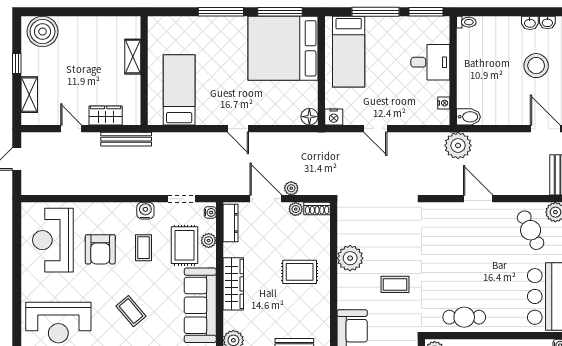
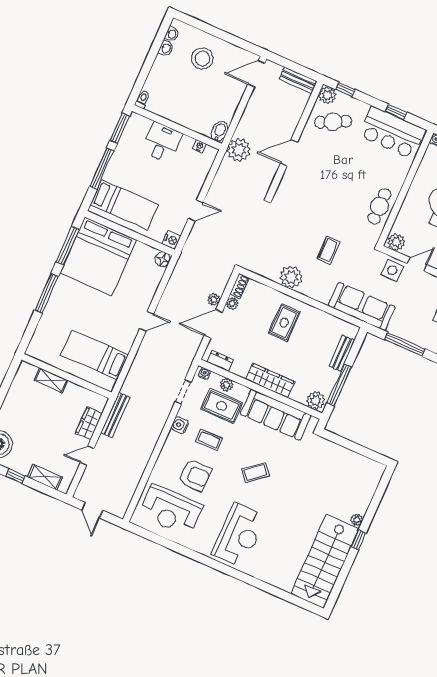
dresser: (230, 223) -> (220, 361), width x0.70

